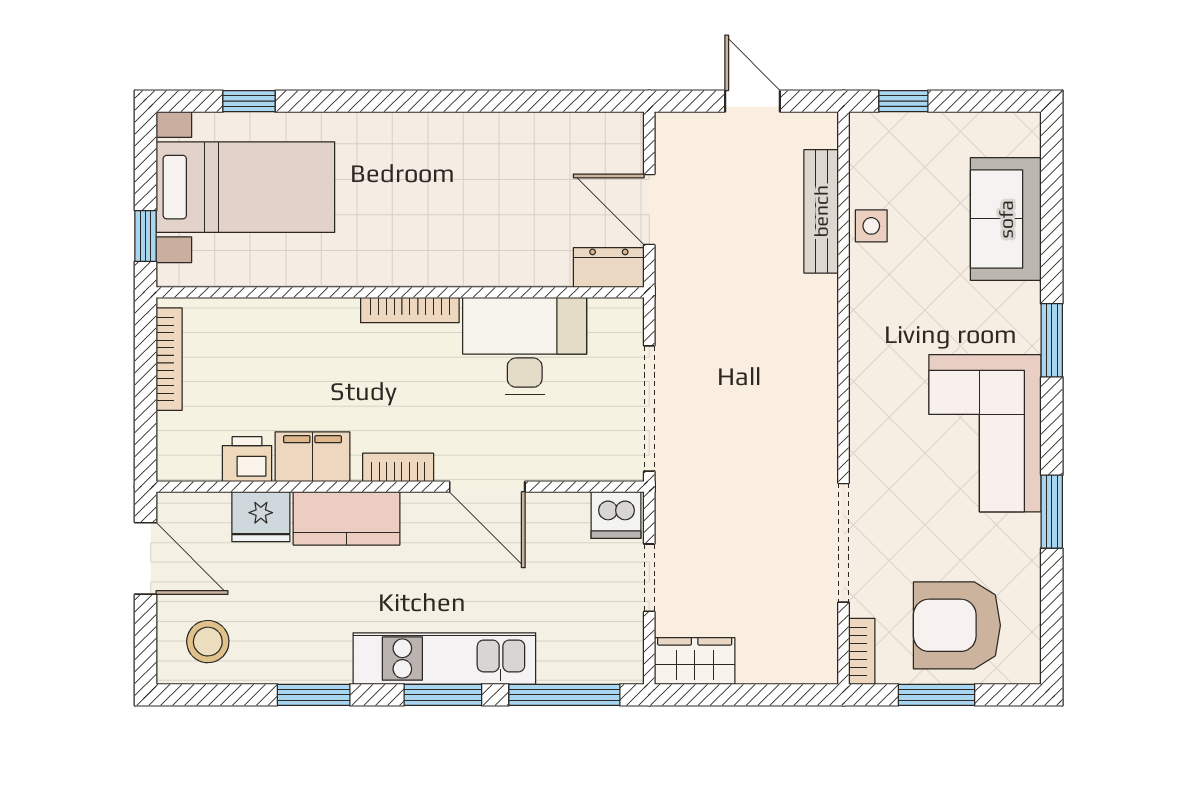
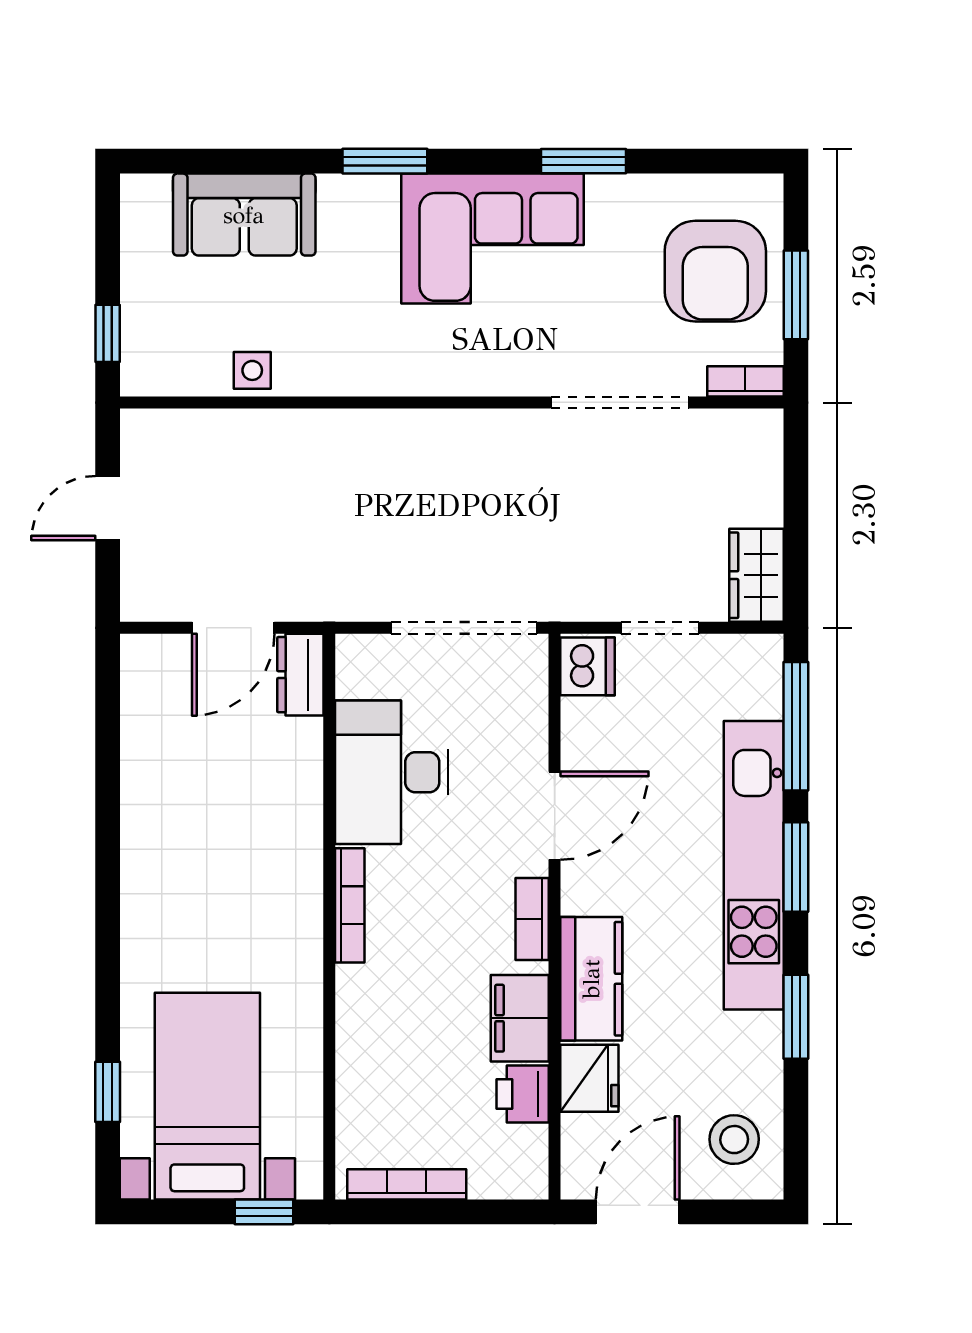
bench: (821, 211) -> (235, 428), removed
kitchen unit: (444, 659) -> (754, 865), width x1.36

